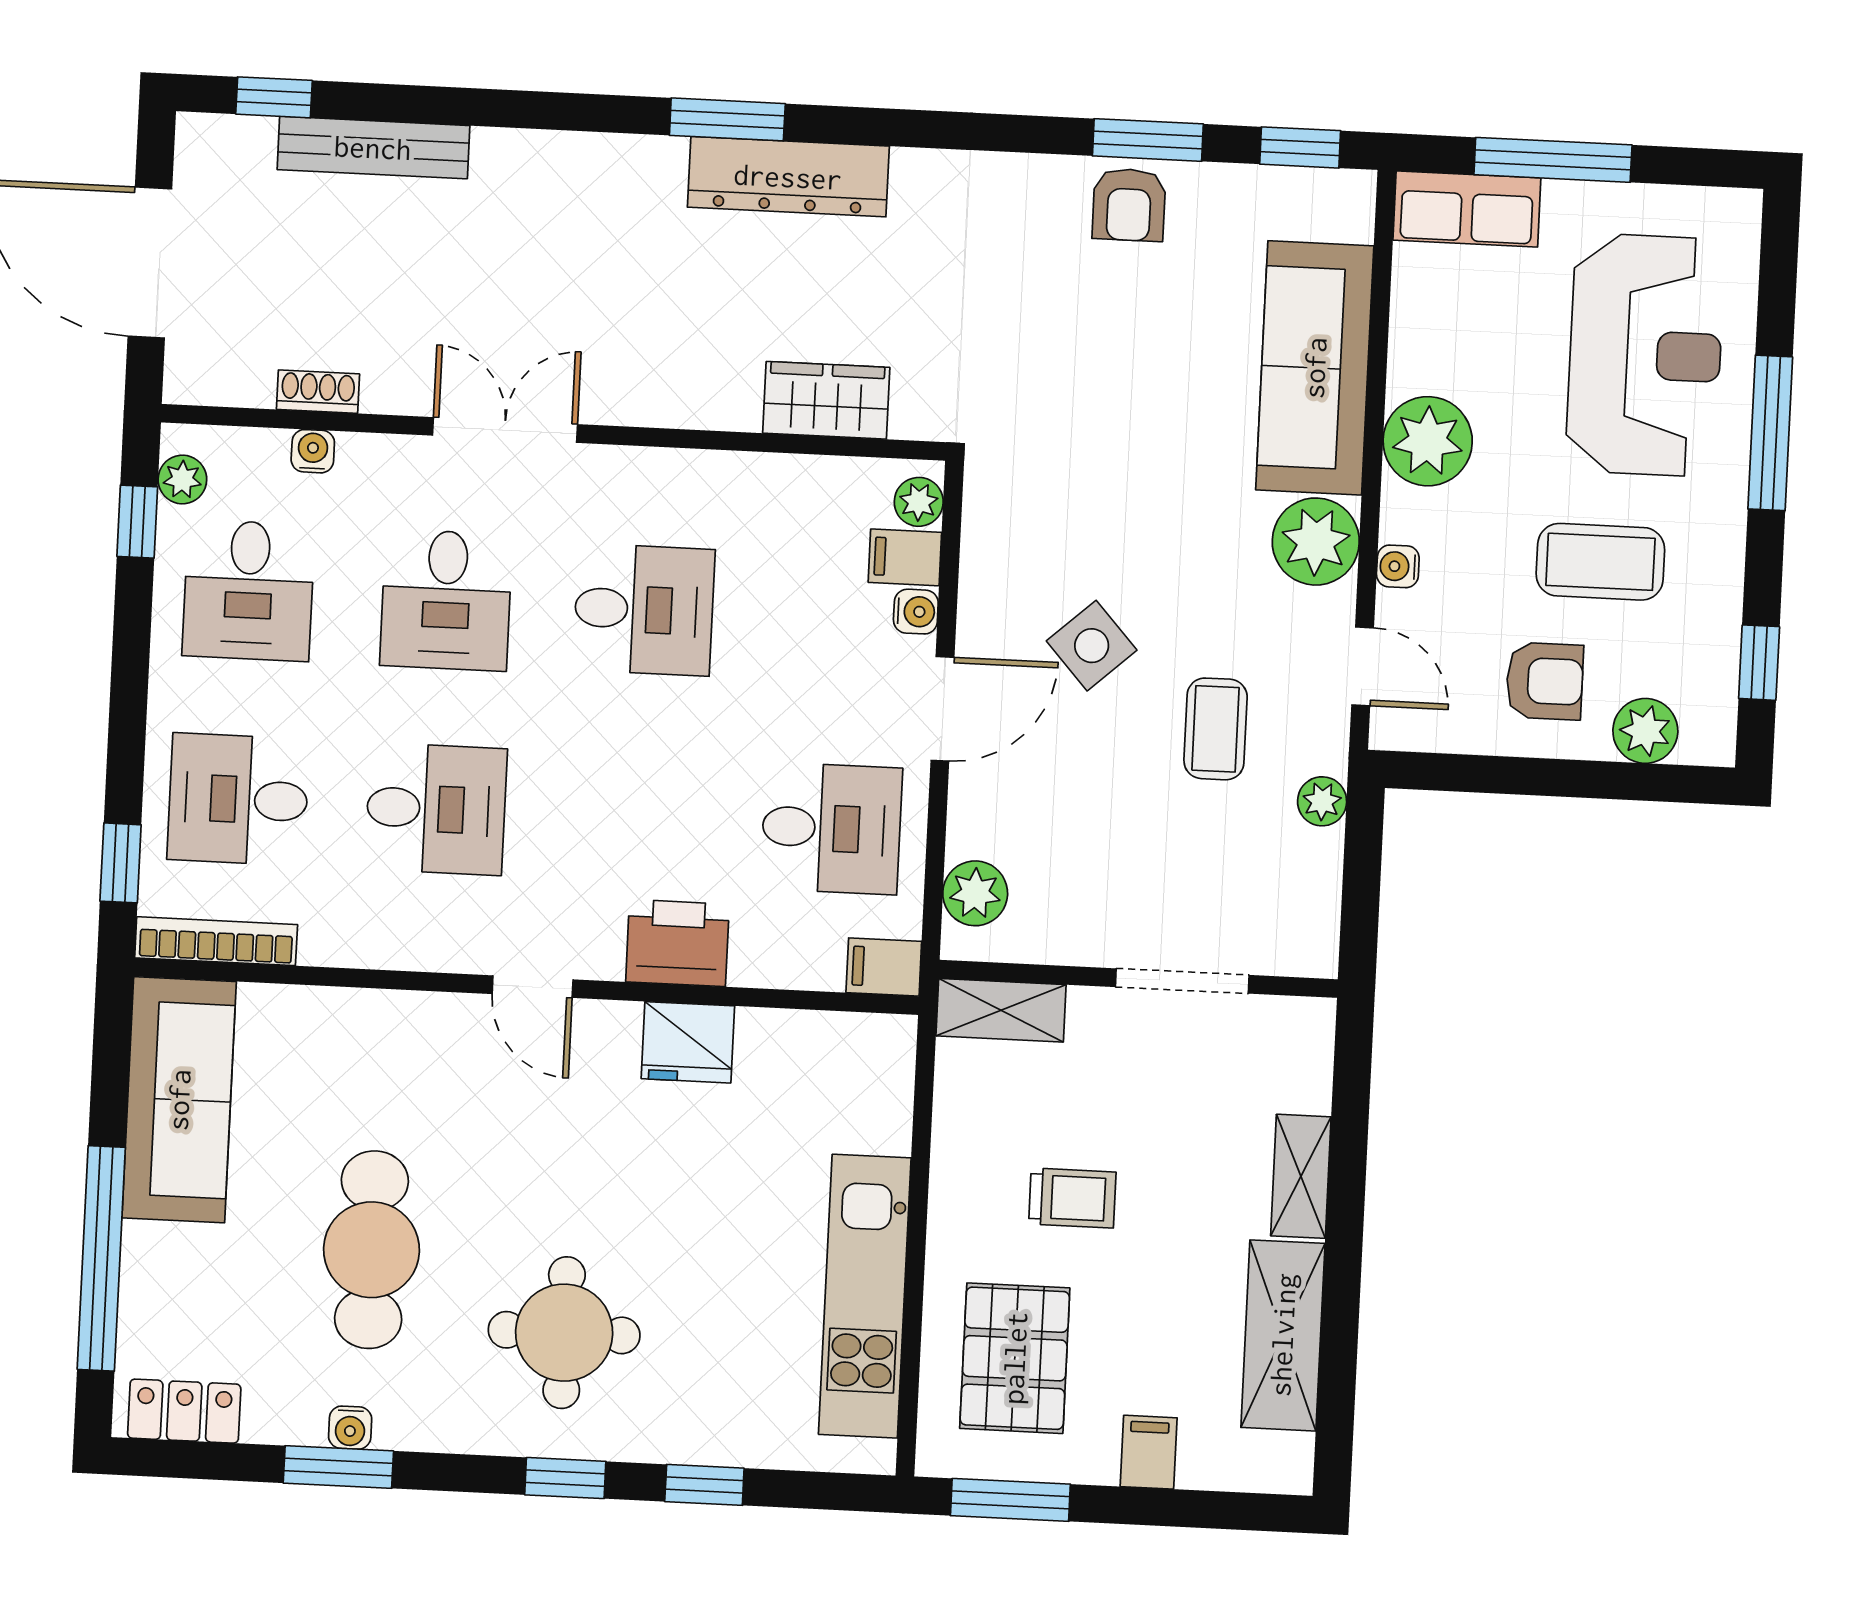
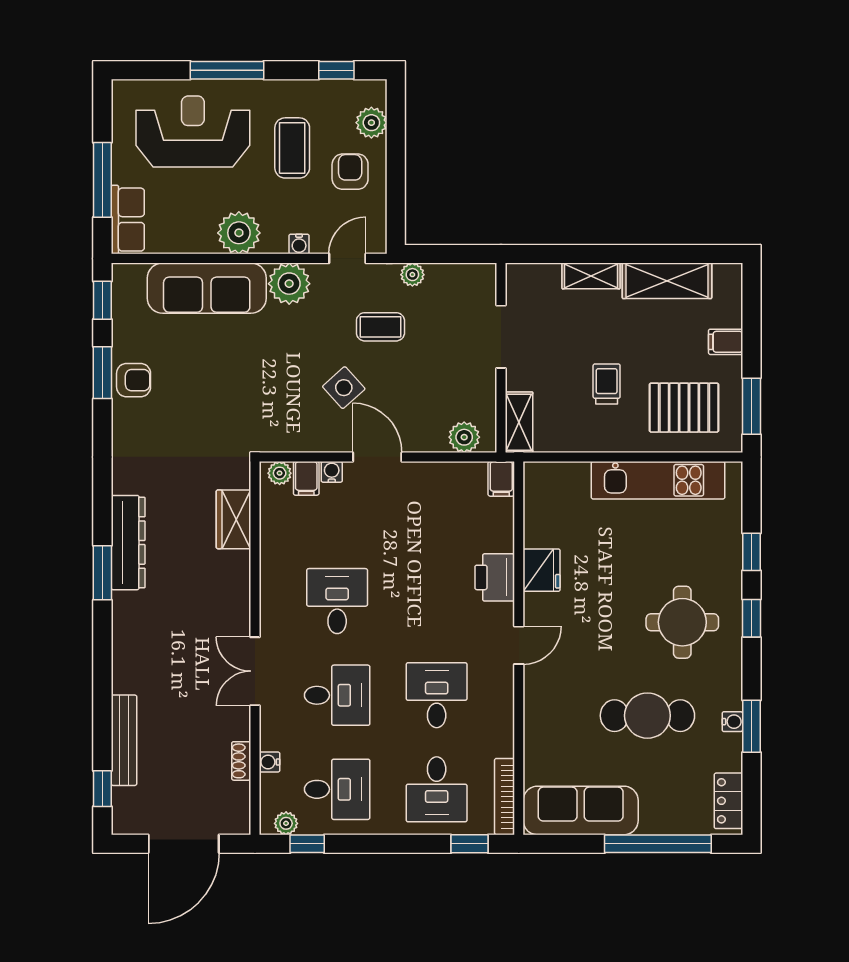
desk: (831, 828) -> (437, 507), removed

